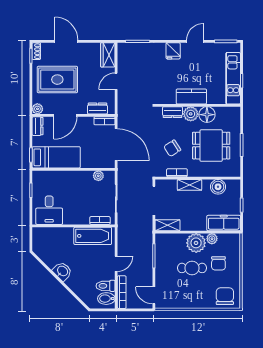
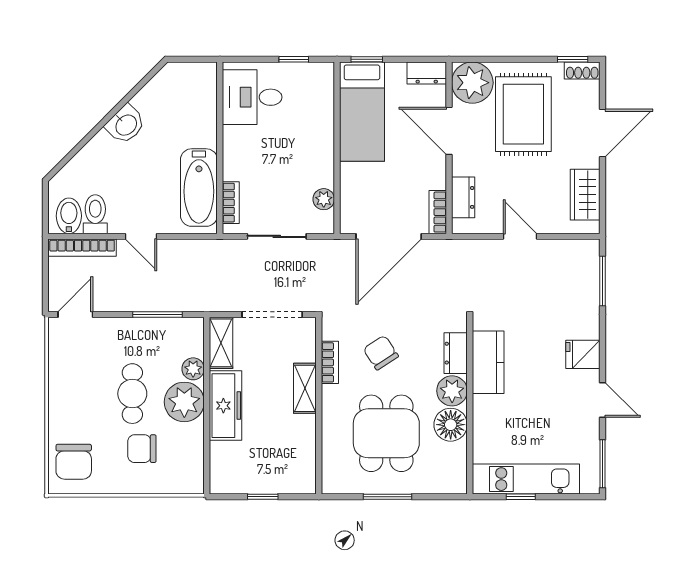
wardrobe: (108, 55) -> (585, 195), moved, turned -90
kitchen counter: (191, 97) -> (488, 362), moved
plant: (37, 109) -> (472, 83), width x1.88, depth x1.88
boiler: (218, 187) -> (301, 448), removed
freezer: (224, 223) -> (226, 406), moved
plant: (212, 239) -> (193, 369), moved
chair: (225, 296) -> (74, 462), turned 90

